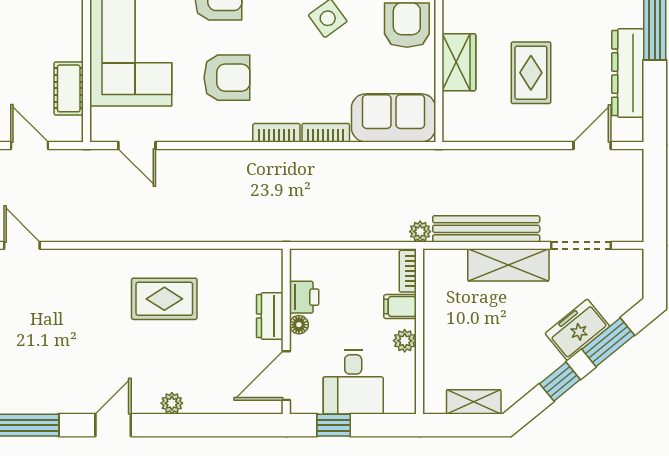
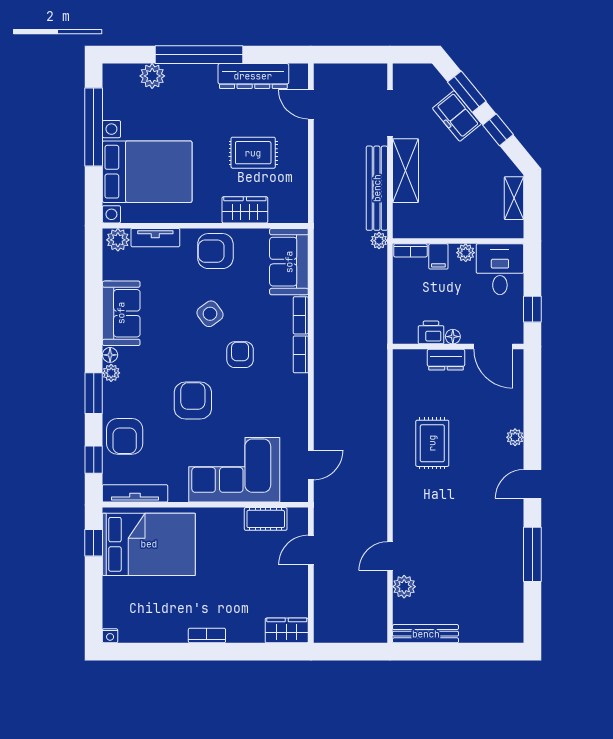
armchair: (227, 78) -> (240, 355), moved, width x0.72, depth x0.72
desk: (353, 382) -> (500, 269), moved, turned -90
door: (113, 425) -> (532, 484), hinge flipped

